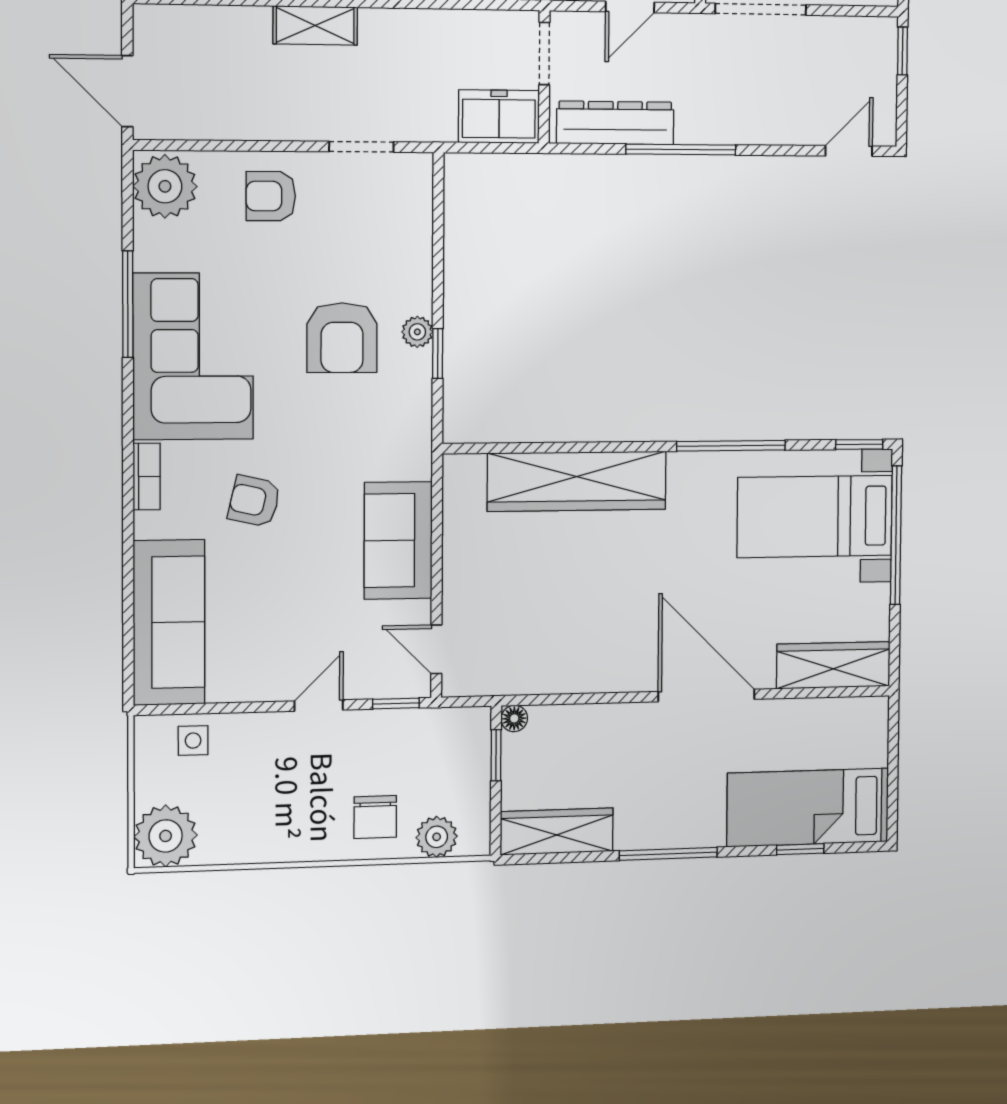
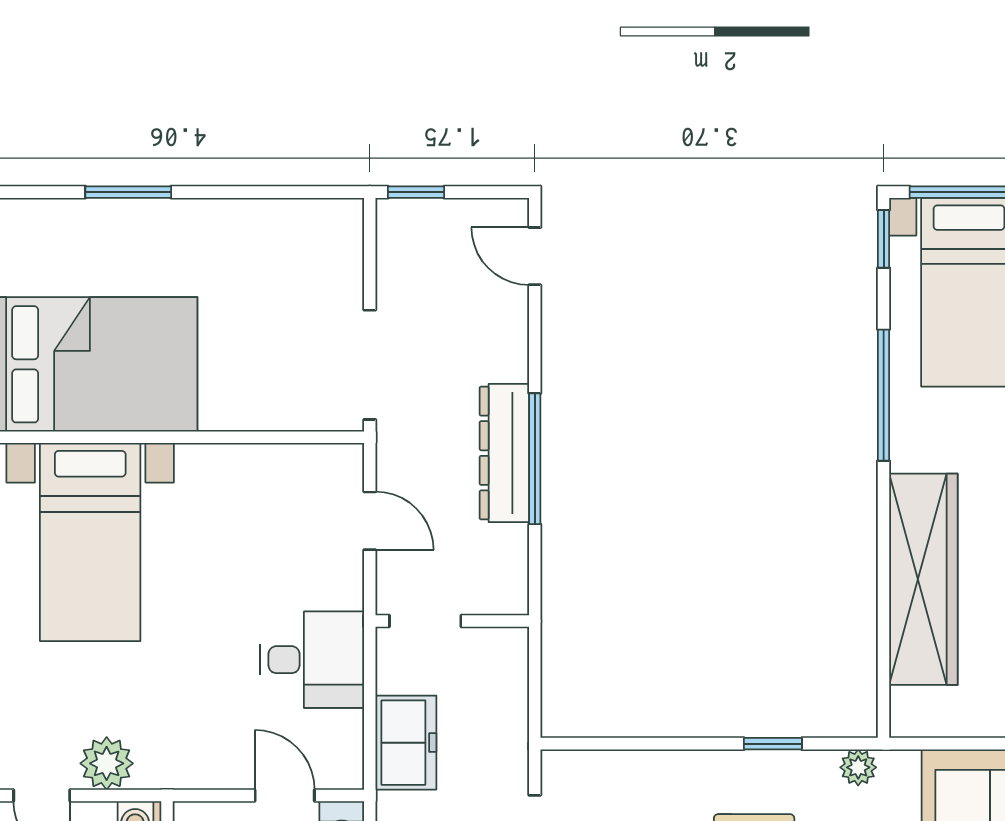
freezer: (499, 117) -> (406, 743), moved, turned 180
dresser: (615, 123) -> (504, 453), moved
plant: (417, 332) -> (858, 767), moved

